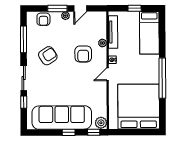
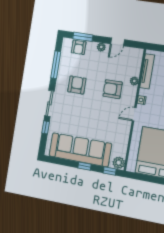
window: (57, 9) -> (83, 37), moved
armchair: (83, 54) -> (113, 89), turned 90
armchair: (48, 56) -> (77, 85), turned -57

